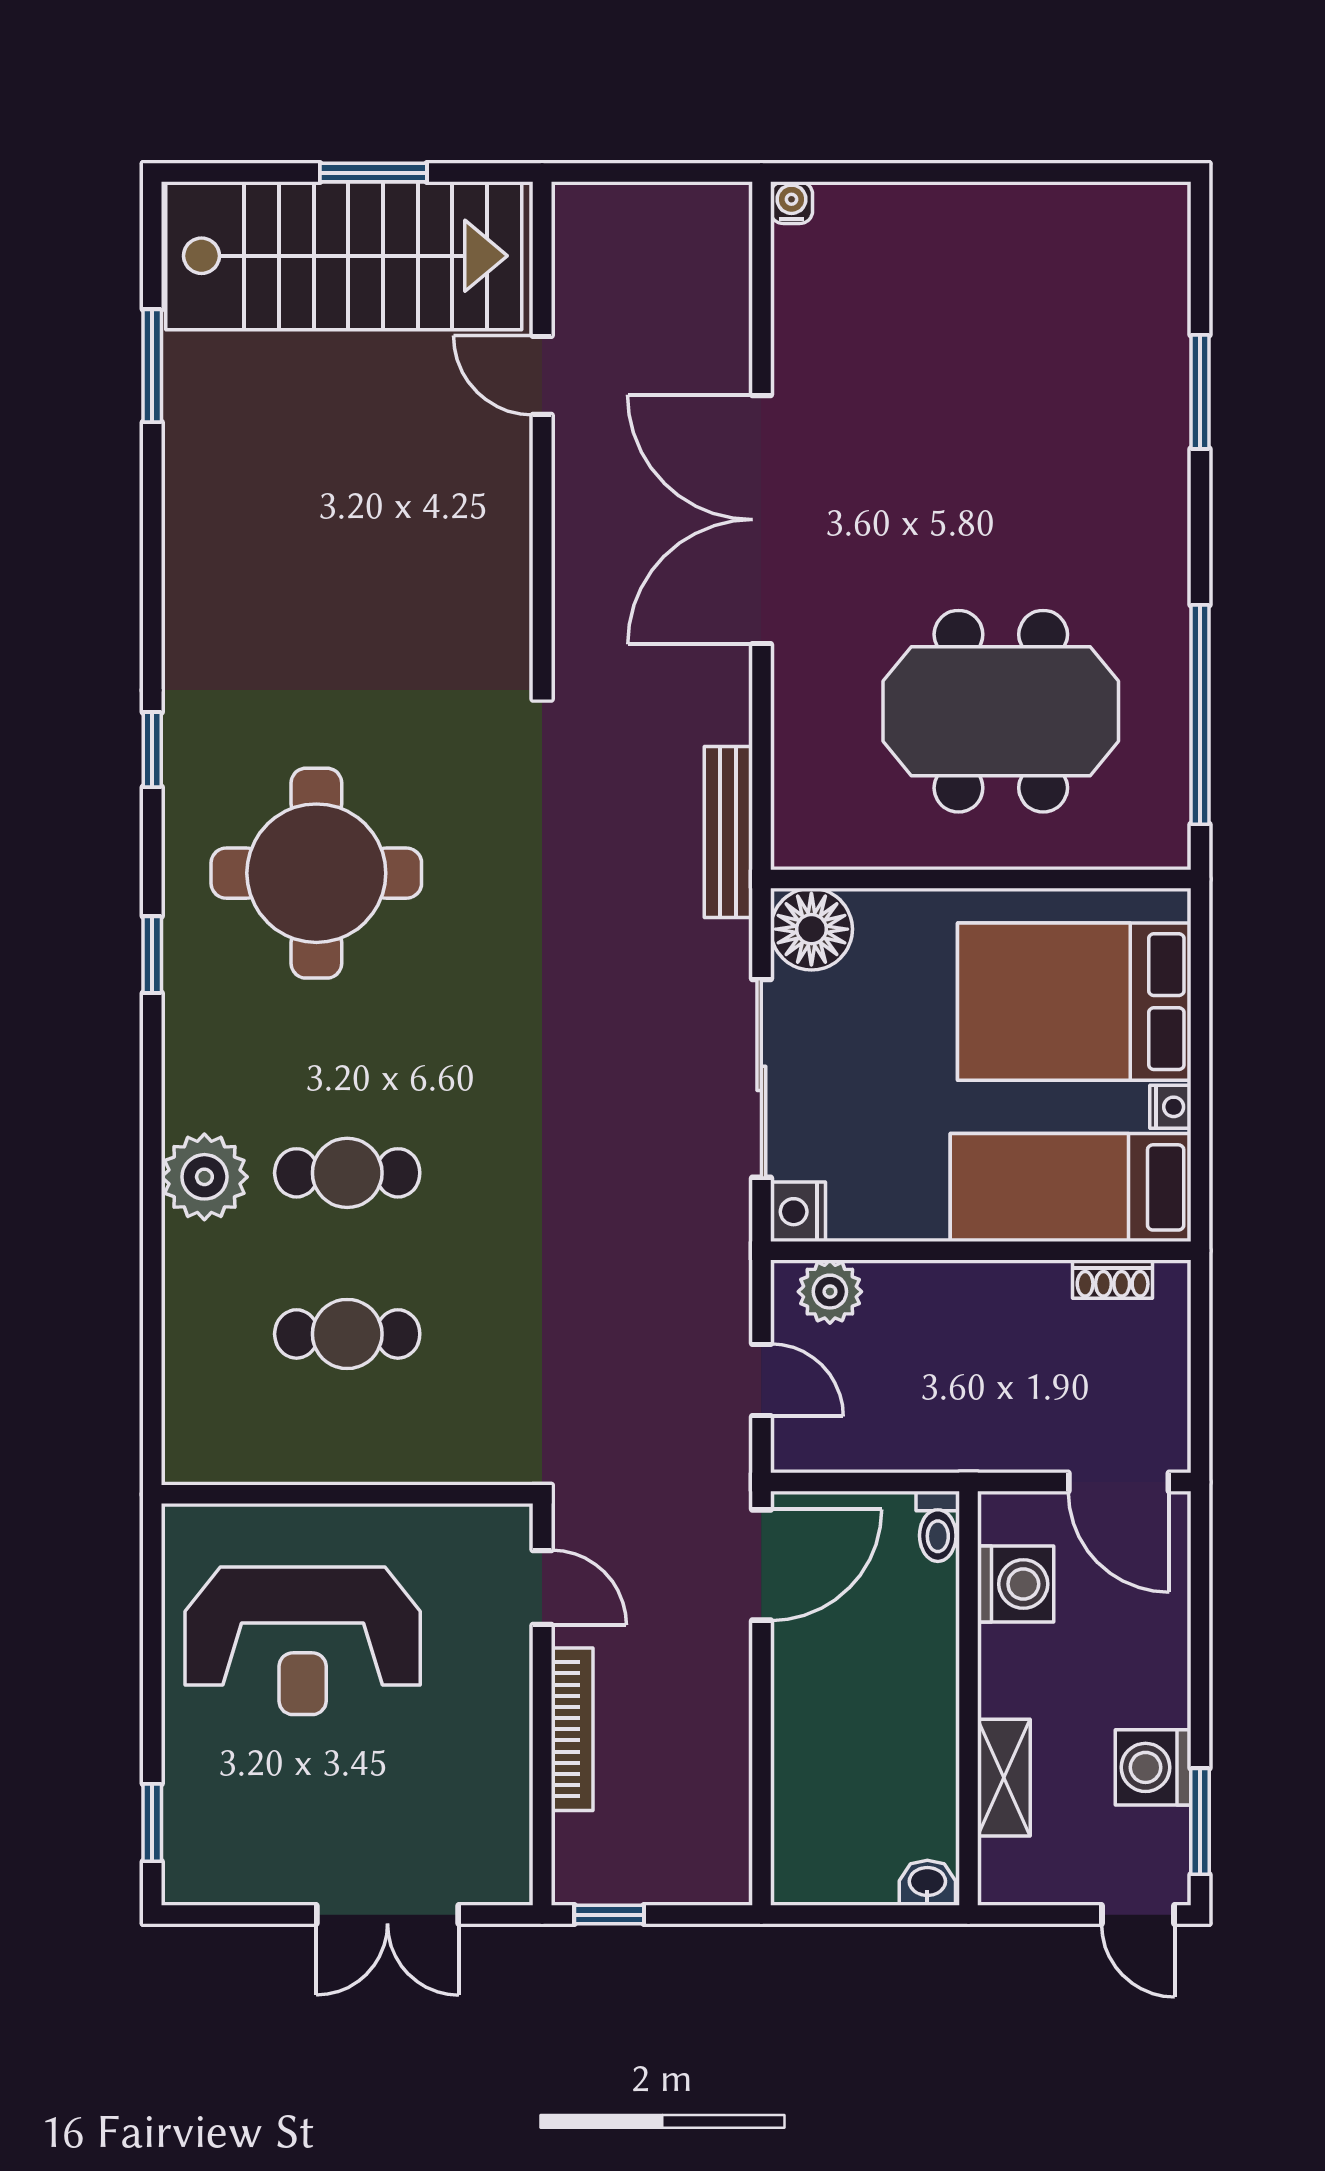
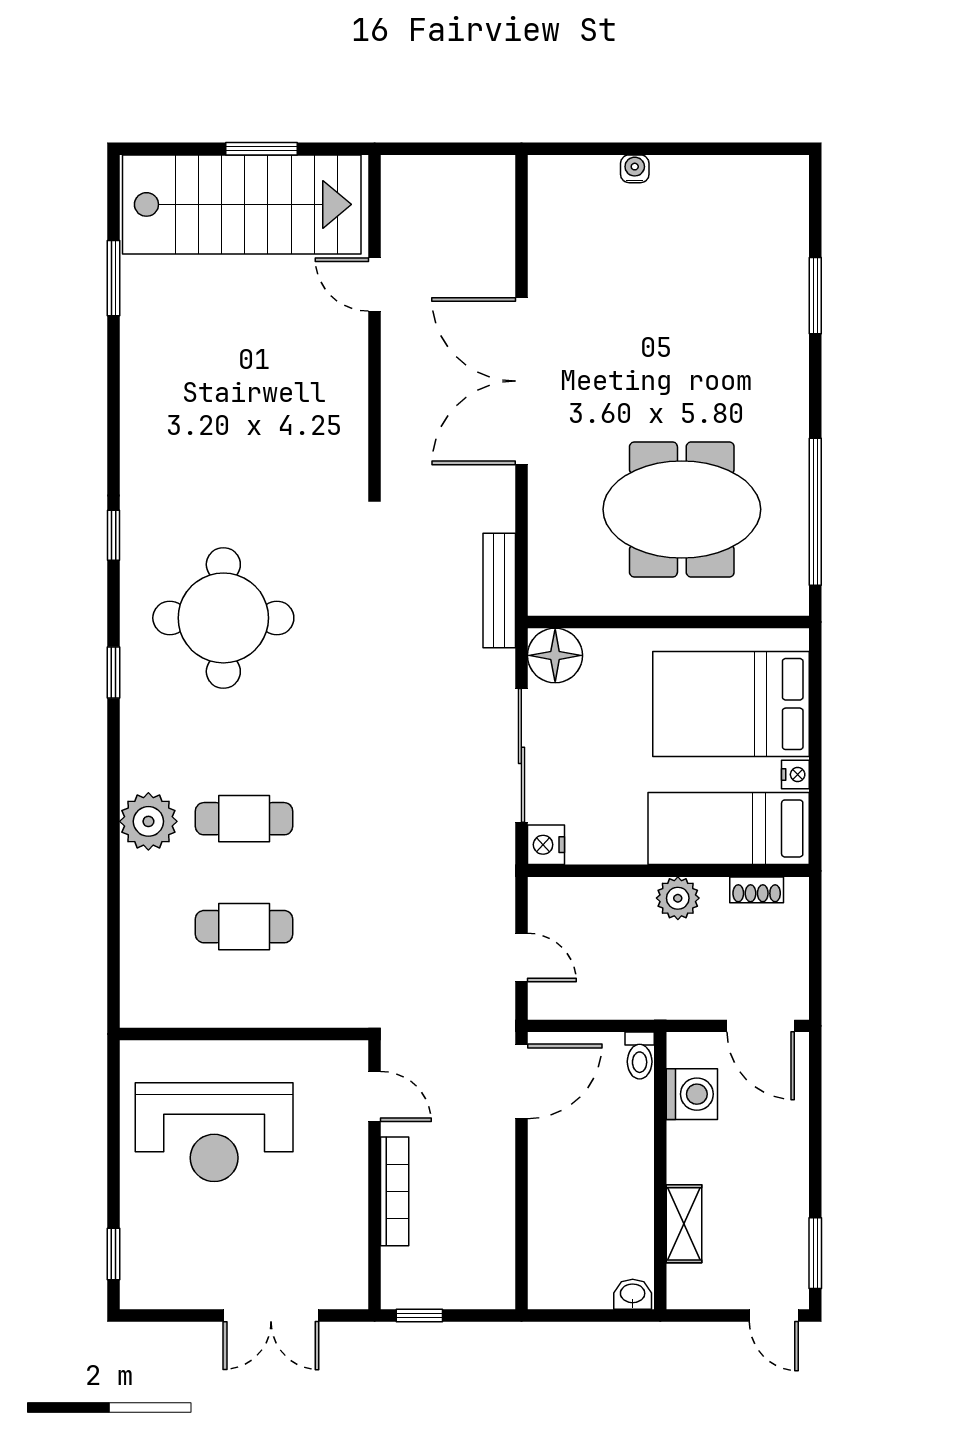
water cooler: (791, 203) -> (635, 169), moved
plant: (830, 1292) -> (678, 898), moved
washing machine: (1153, 1767) -> (784, 1217), removed

